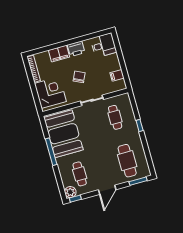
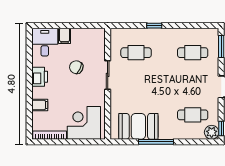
filing cabinet: (59, 54) -> (40, 105), width x0.50
filing cabinet: (117, 75) -> (65, 36), moved
chair: (79, 77) -> (76, 67), moved
booth: (63, 134) -> (138, 126), width x0.73, depth x0.70
cafe table: (127, 161) -> (193, 53), width x0.73, depth x0.74

